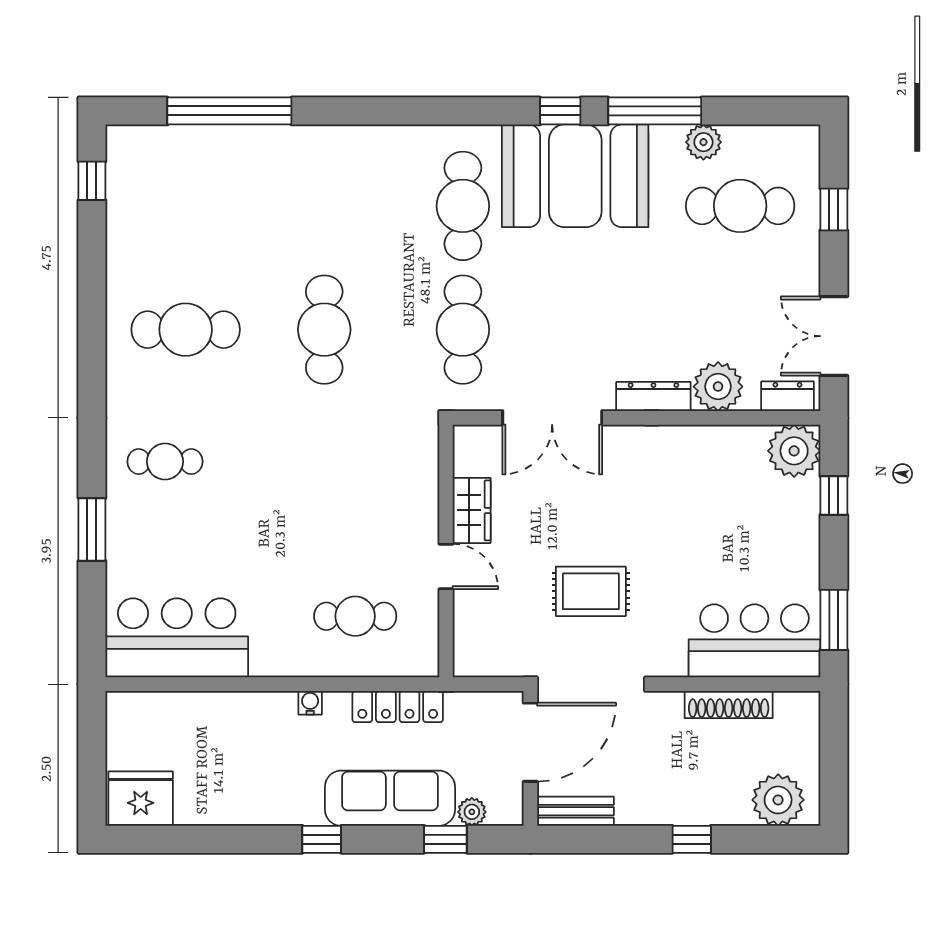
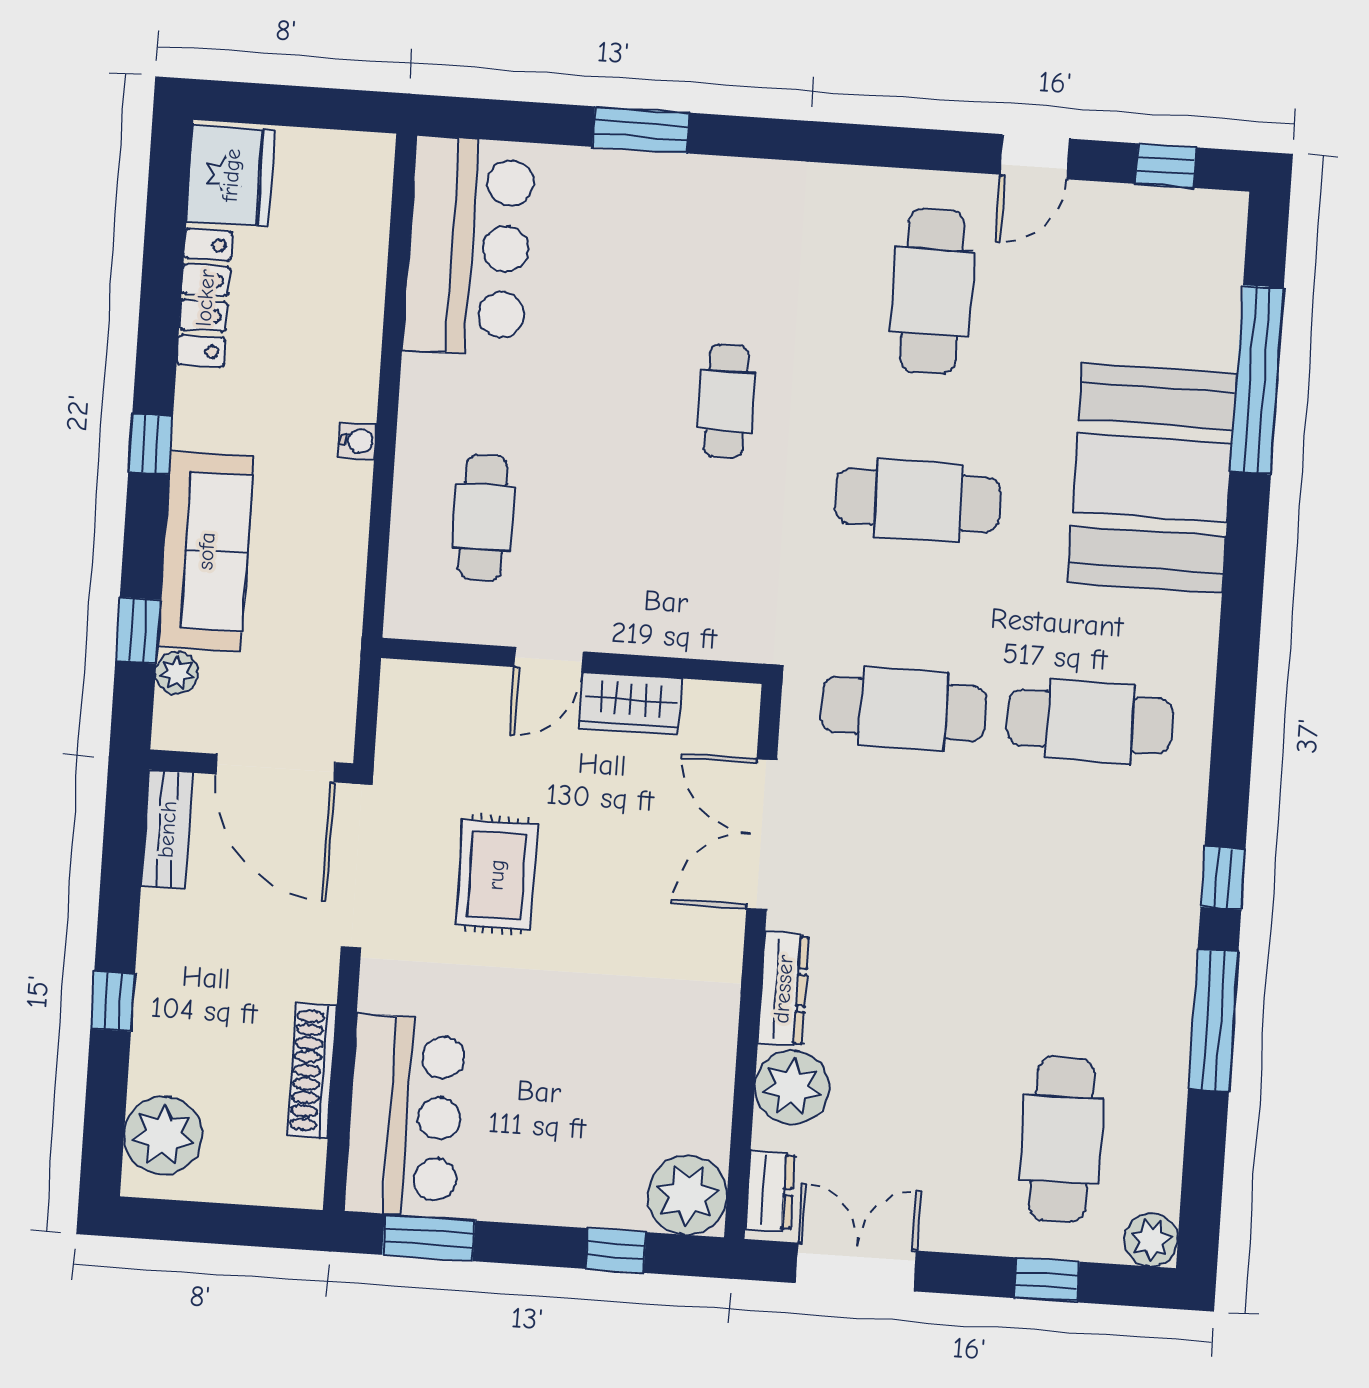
plant: (703, 142) -> (1151, 1240), moved
booth: (575, 176) -> (1152, 478), moved
door: (92, 268) -> (1035, 157), added
cafe table: (165, 462) -> (726, 401), moved
locker: (398, 707) -> (205, 298), moved, turned 180

